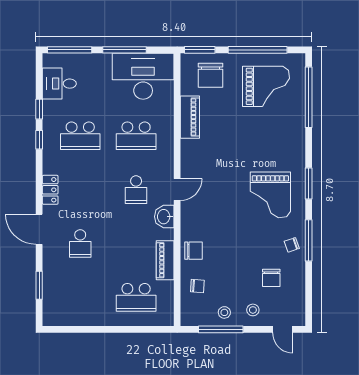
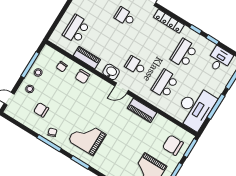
piano: (190, 117) -> (142, 110), moved
locker: (50, 190) -> (169, 21), width x1.53
door: (177, 190) -> (122, 88), hinge flipped

